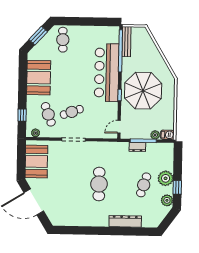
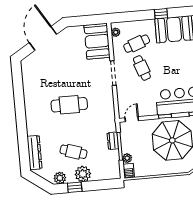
window: (22, 115) -> (161, 14), moved
door: (119, 127) -> (132, 119), hinge flipped
booth: (36, 161) -> (97, 41), moved, turned 90
dresser: (125, 221) -> (35, 153), moved

